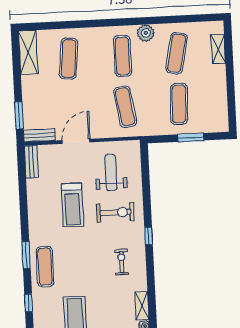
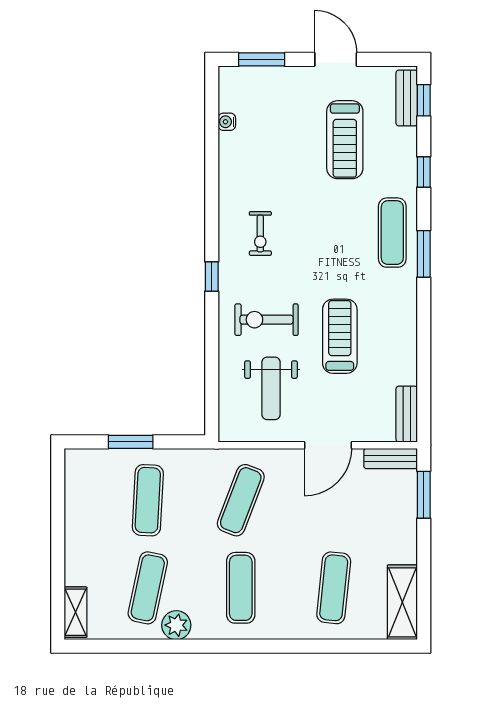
plant: (146, 33) -> (176, 625), moved
shelving: (218, 49) -> (75, 612), moved
exercise mat: (125, 107) -> (241, 500), turned 30
shelving: (142, 306) -> (229, 157), removed

